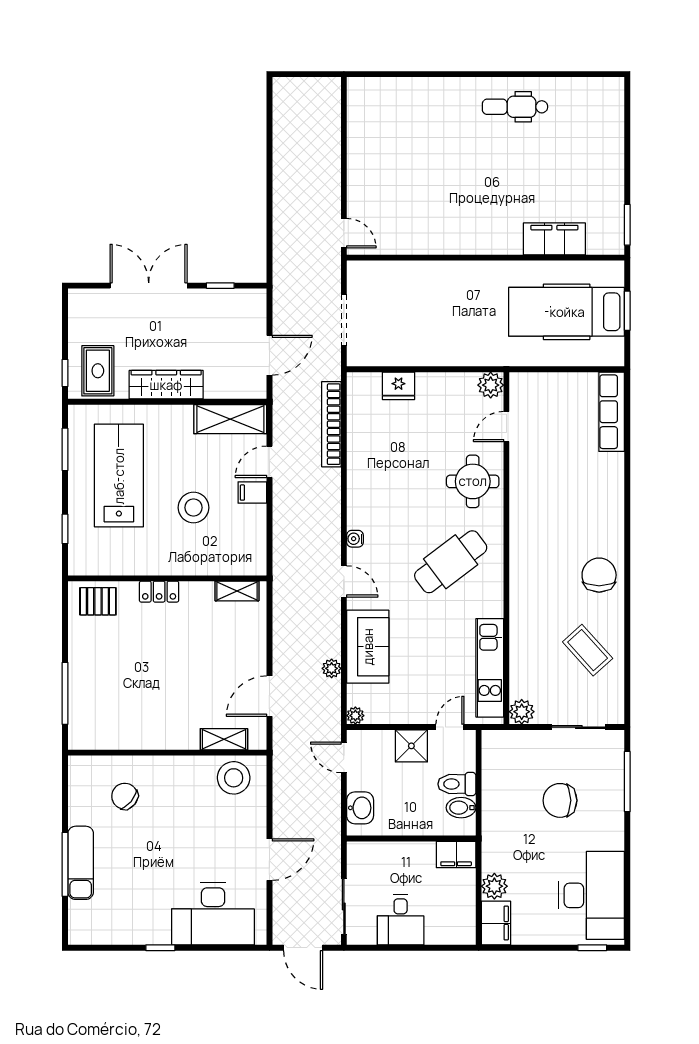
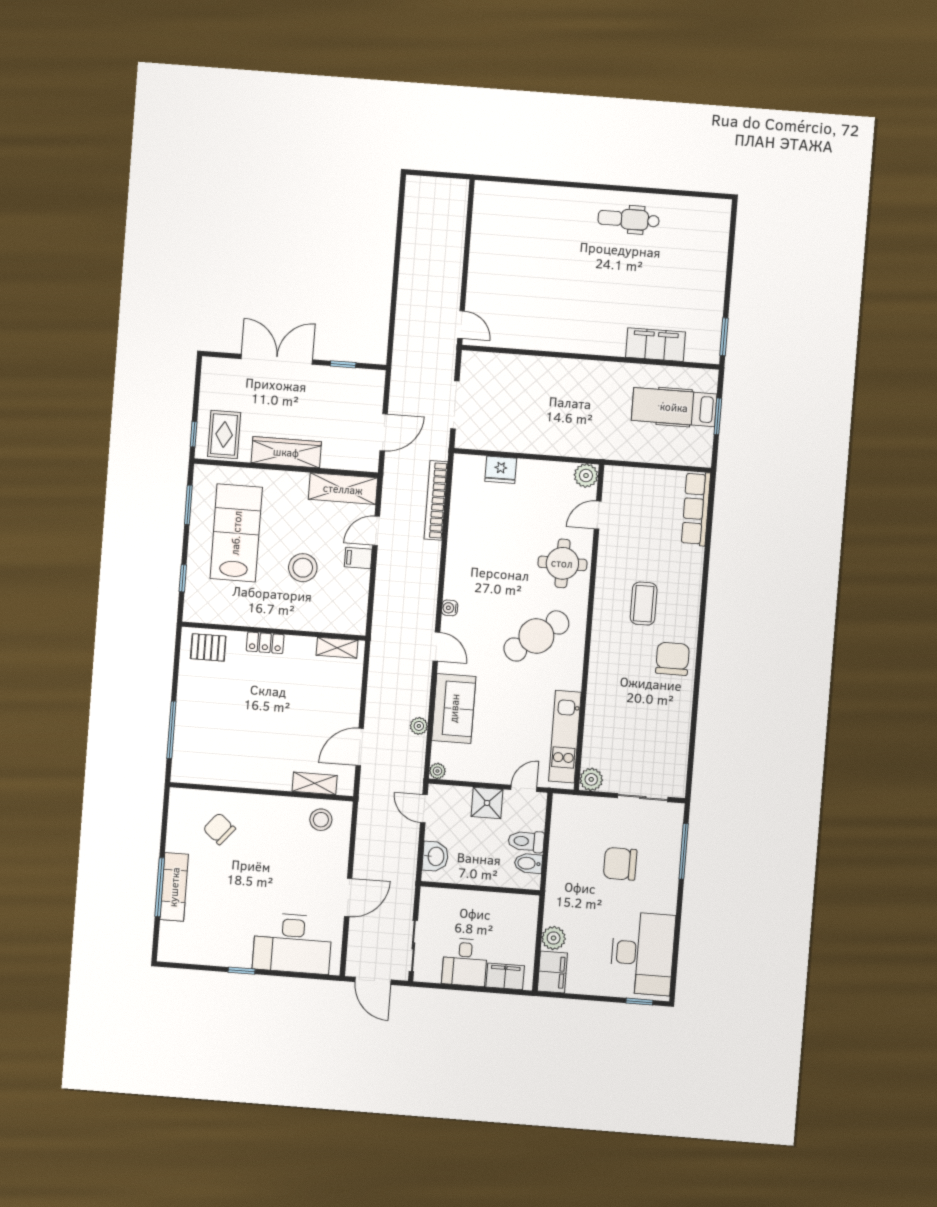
hospital bed: (567, 312) -> (674, 407), width x0.73, depth x0.78
coffee table: (588, 650) -> (644, 604), moved, turned 42
stool: (234, 778) -> (321, 820), width x0.73, depth x0.73
filing cabinet: (456, 854) -> (505, 976), moved, turned 180

